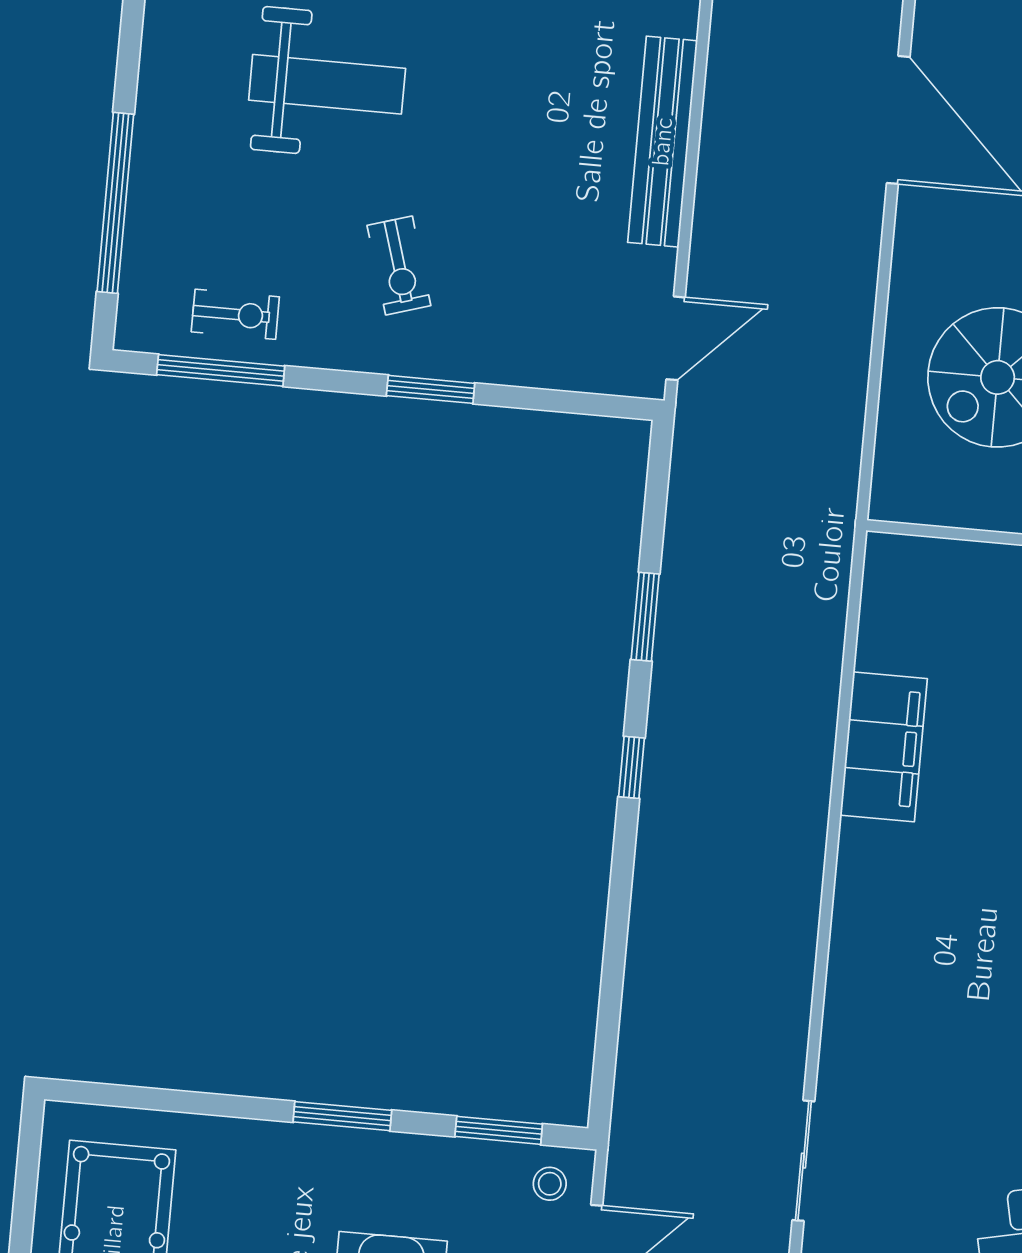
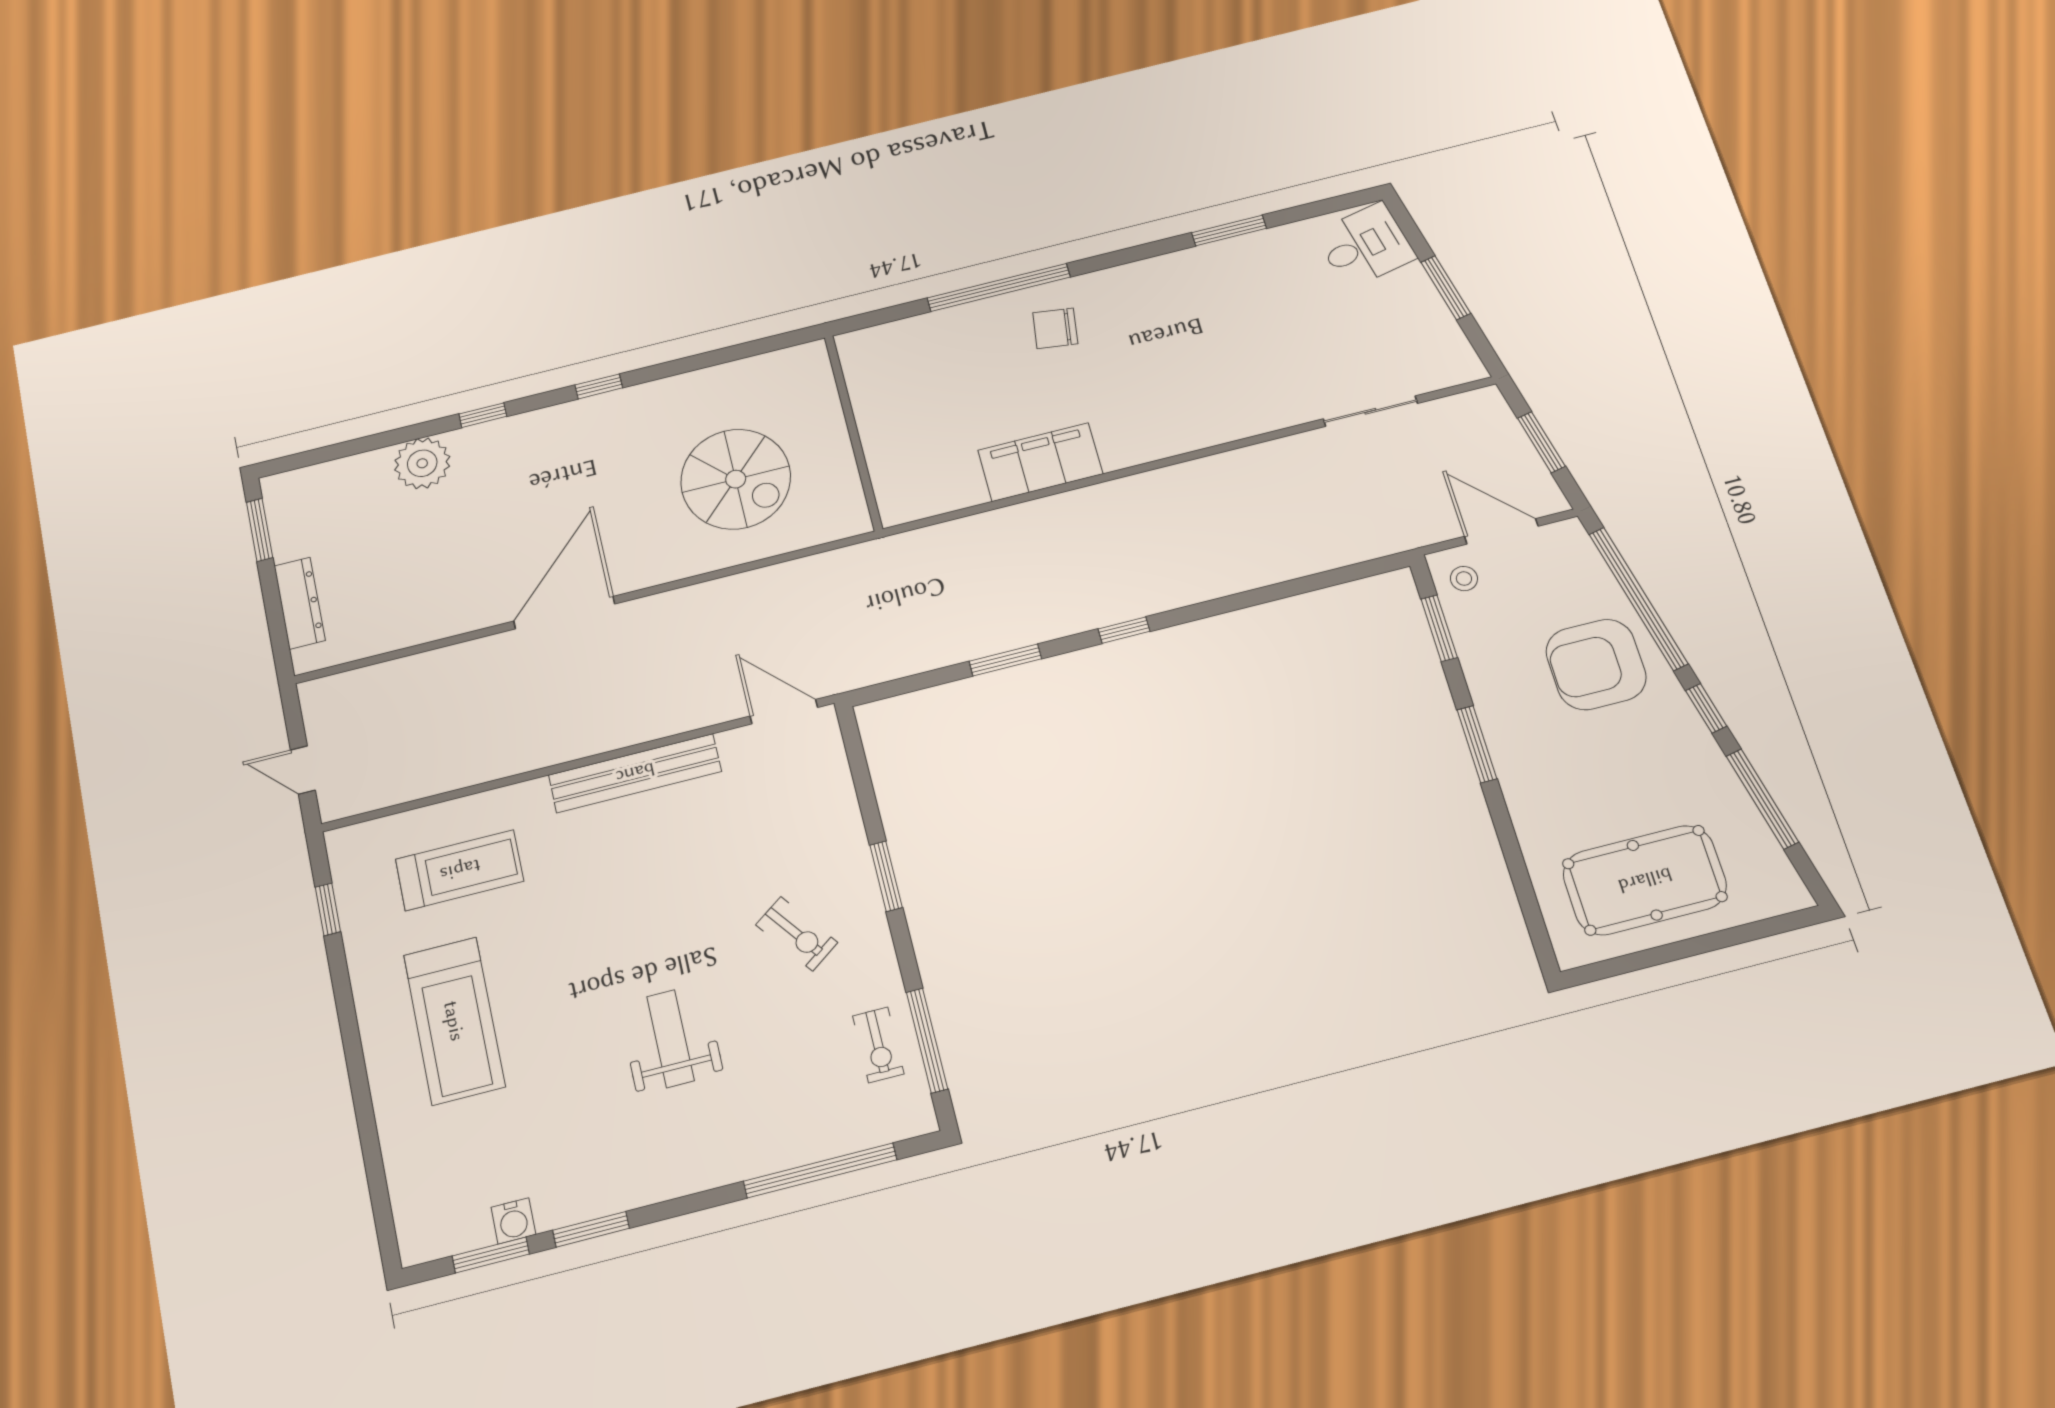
weight bench: (327, 84) -> (670, 1039), width x0.73, depth x0.75
exercise bike: (399, 266) -> (797, 934), turned 71
exercise bike: (235, 314) -> (878, 1045), turned 180

